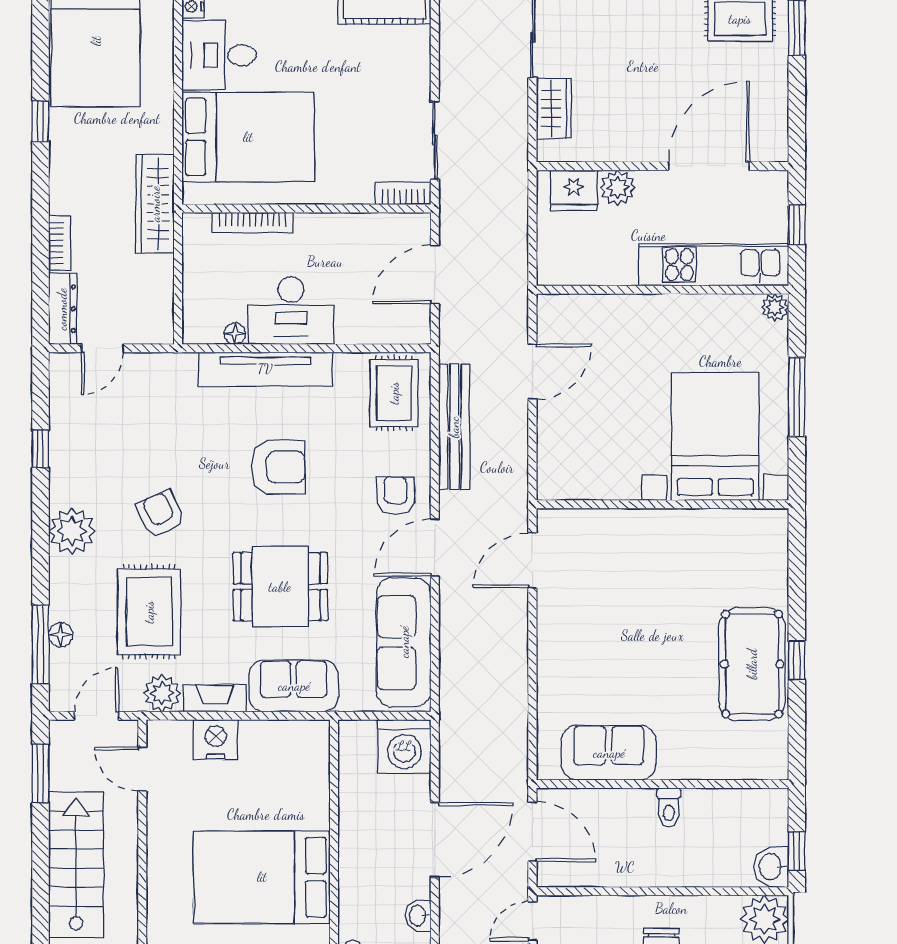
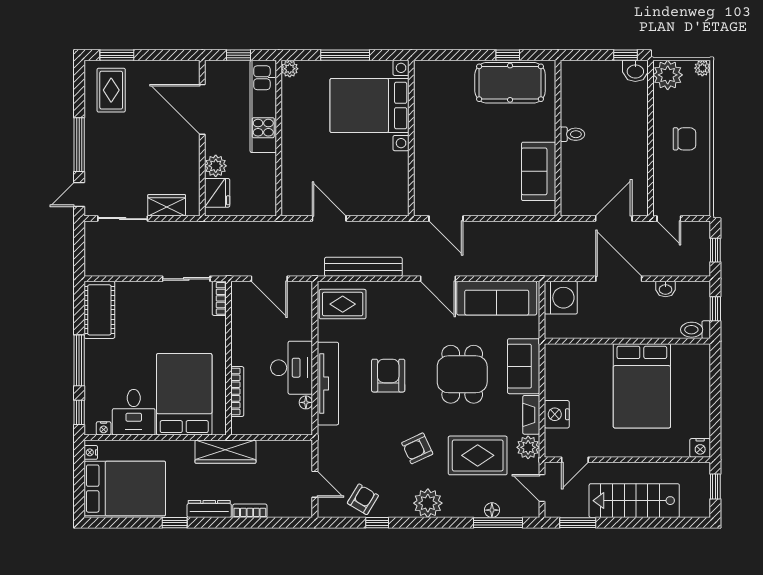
dresser: (62, 309) -> (209, 509), moved
armchair: (396, 495) -> (363, 499), moved, turned 121
sofa: (609, 753) -> (539, 171), moved
wall: (662, 784) -> (558, 138), moved
toilet: (669, 807) -> (572, 134), moved

